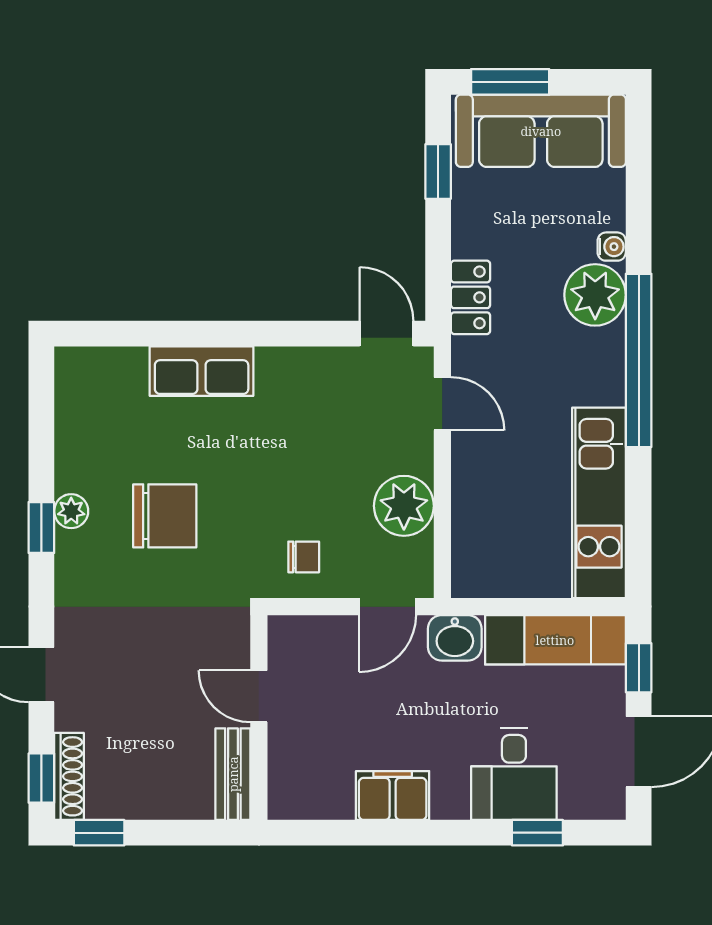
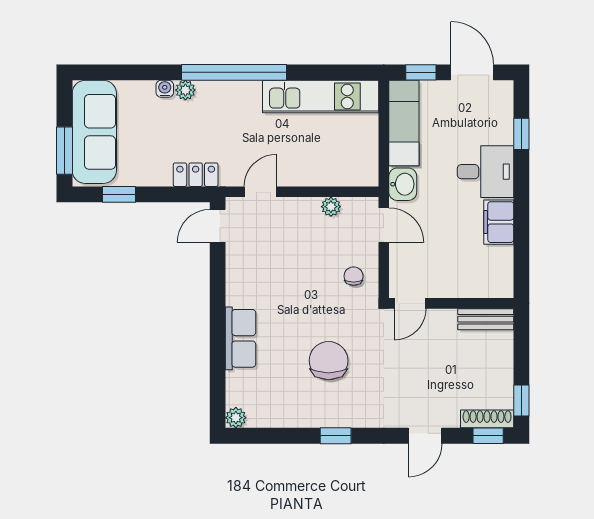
plant: (595, 295) -> (185, 90), width x0.53, depth x0.53
plant: (404, 506) -> (331, 207), width x0.53, depth x0.53
plant: (71, 511) -> (236, 418), moved
door: (259, 696) -> (410, 303), moved
desk: (514, 774) -> (485, 172), moved

